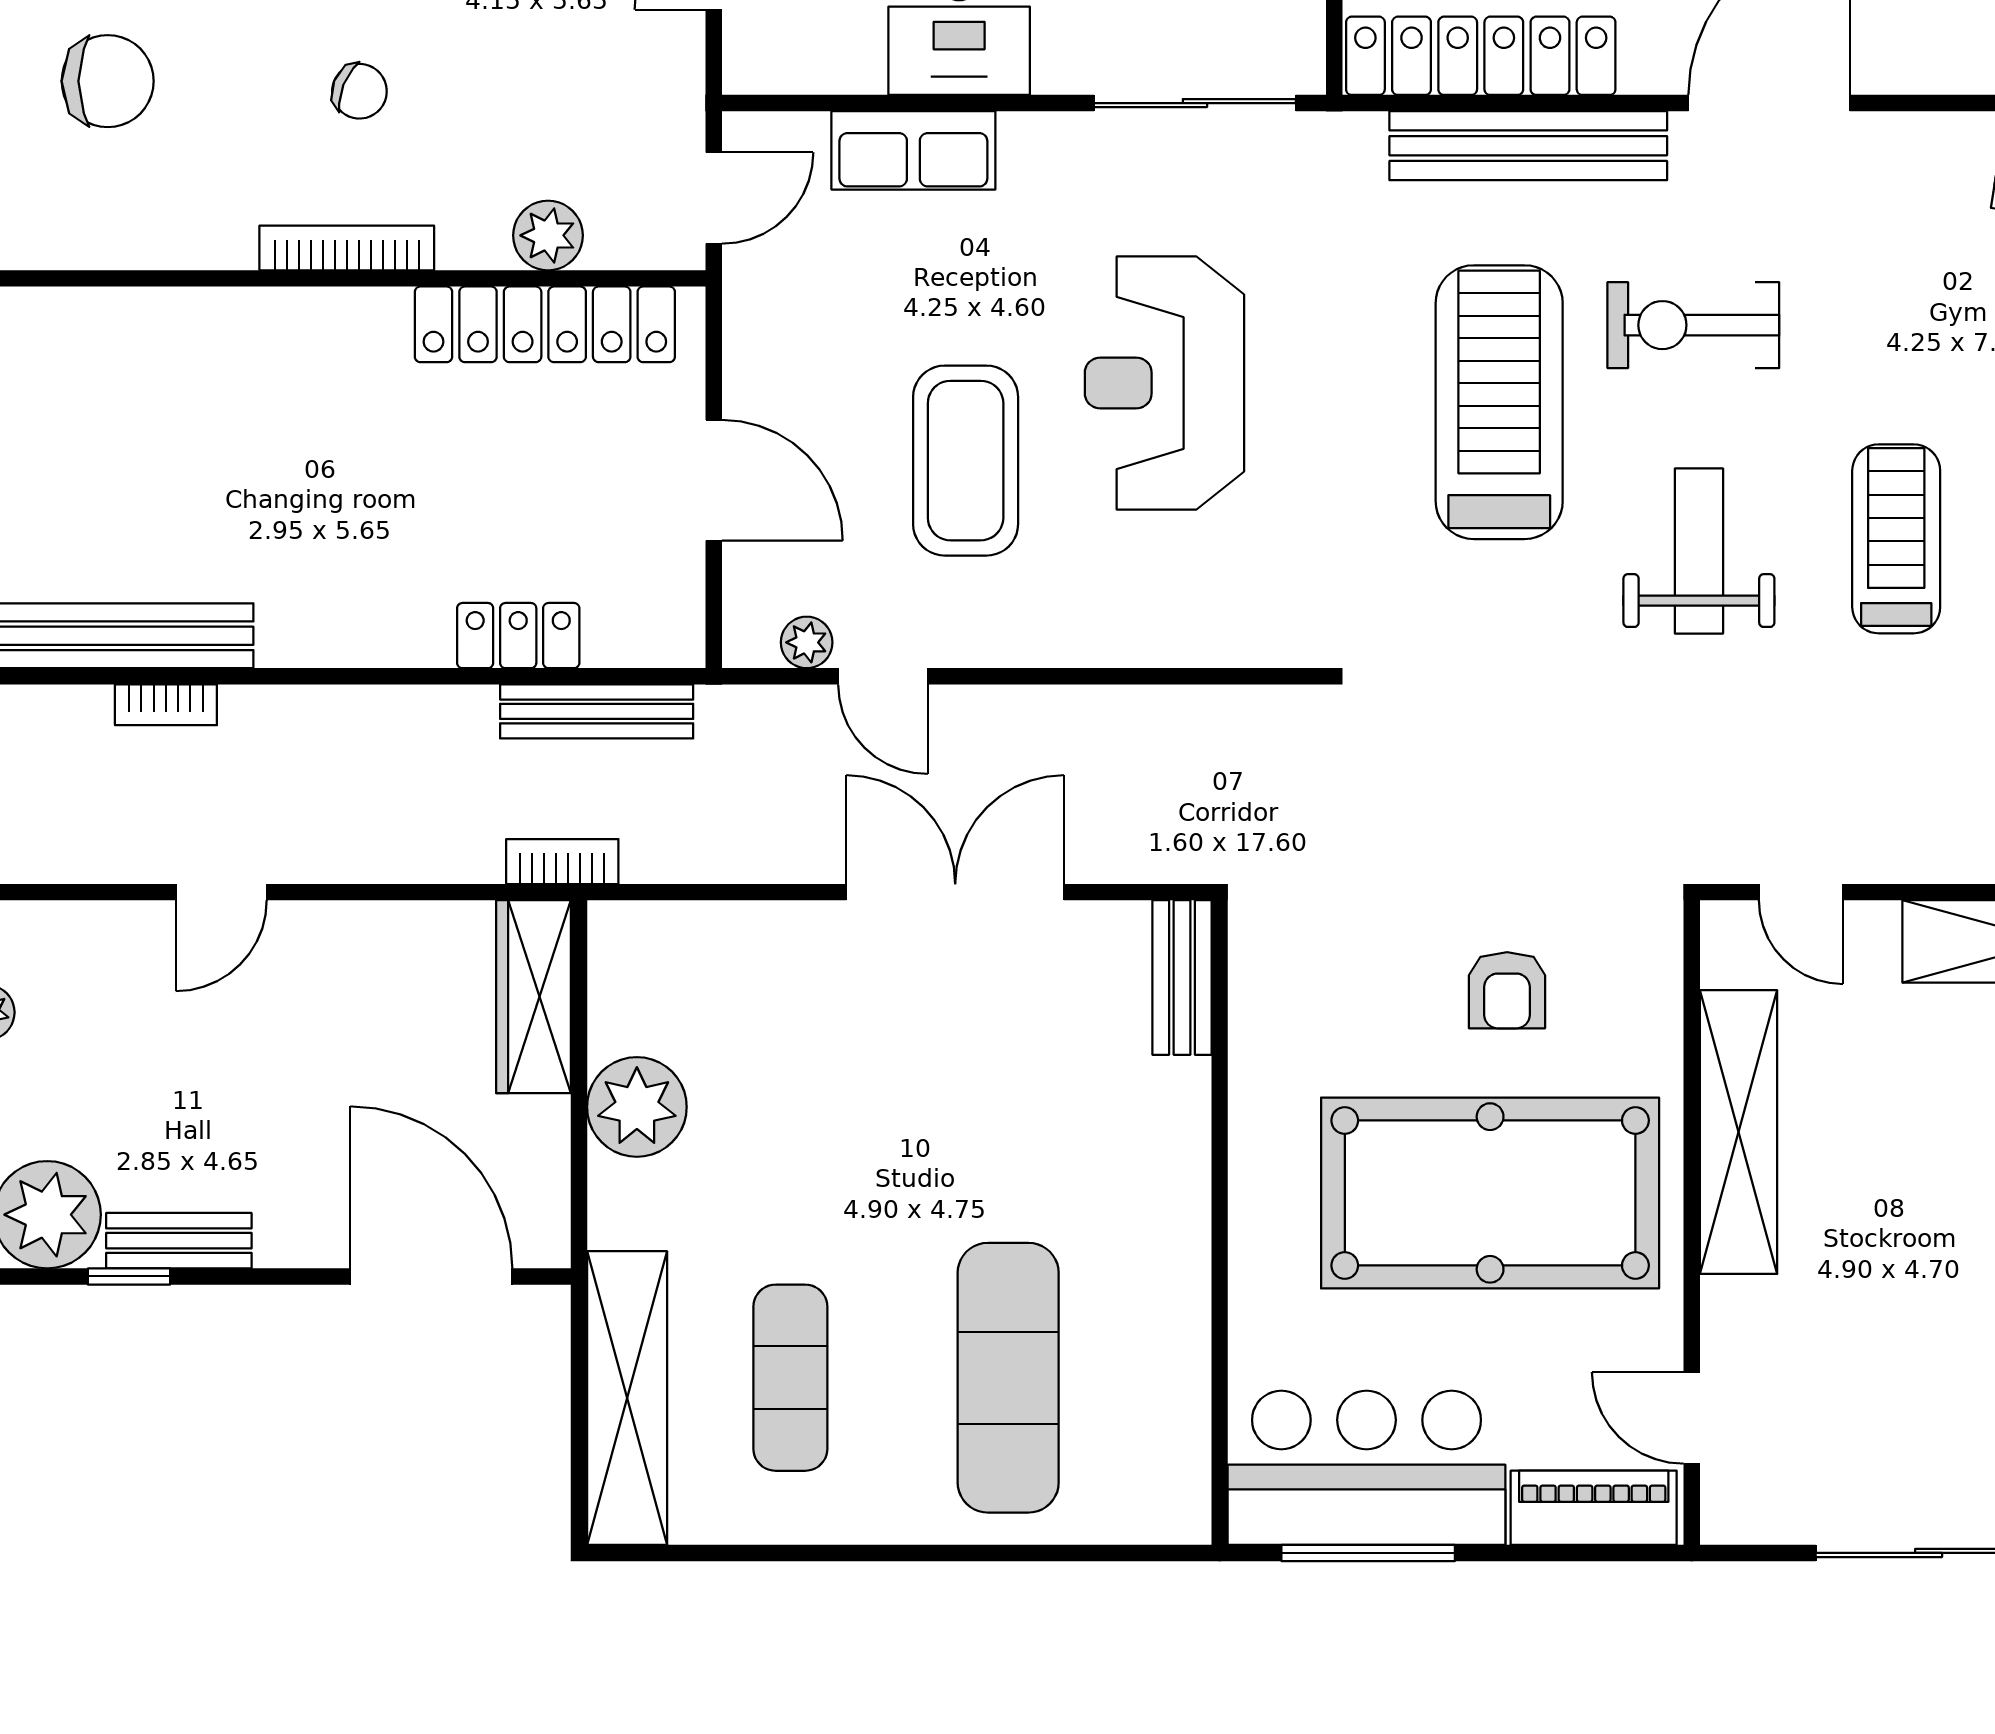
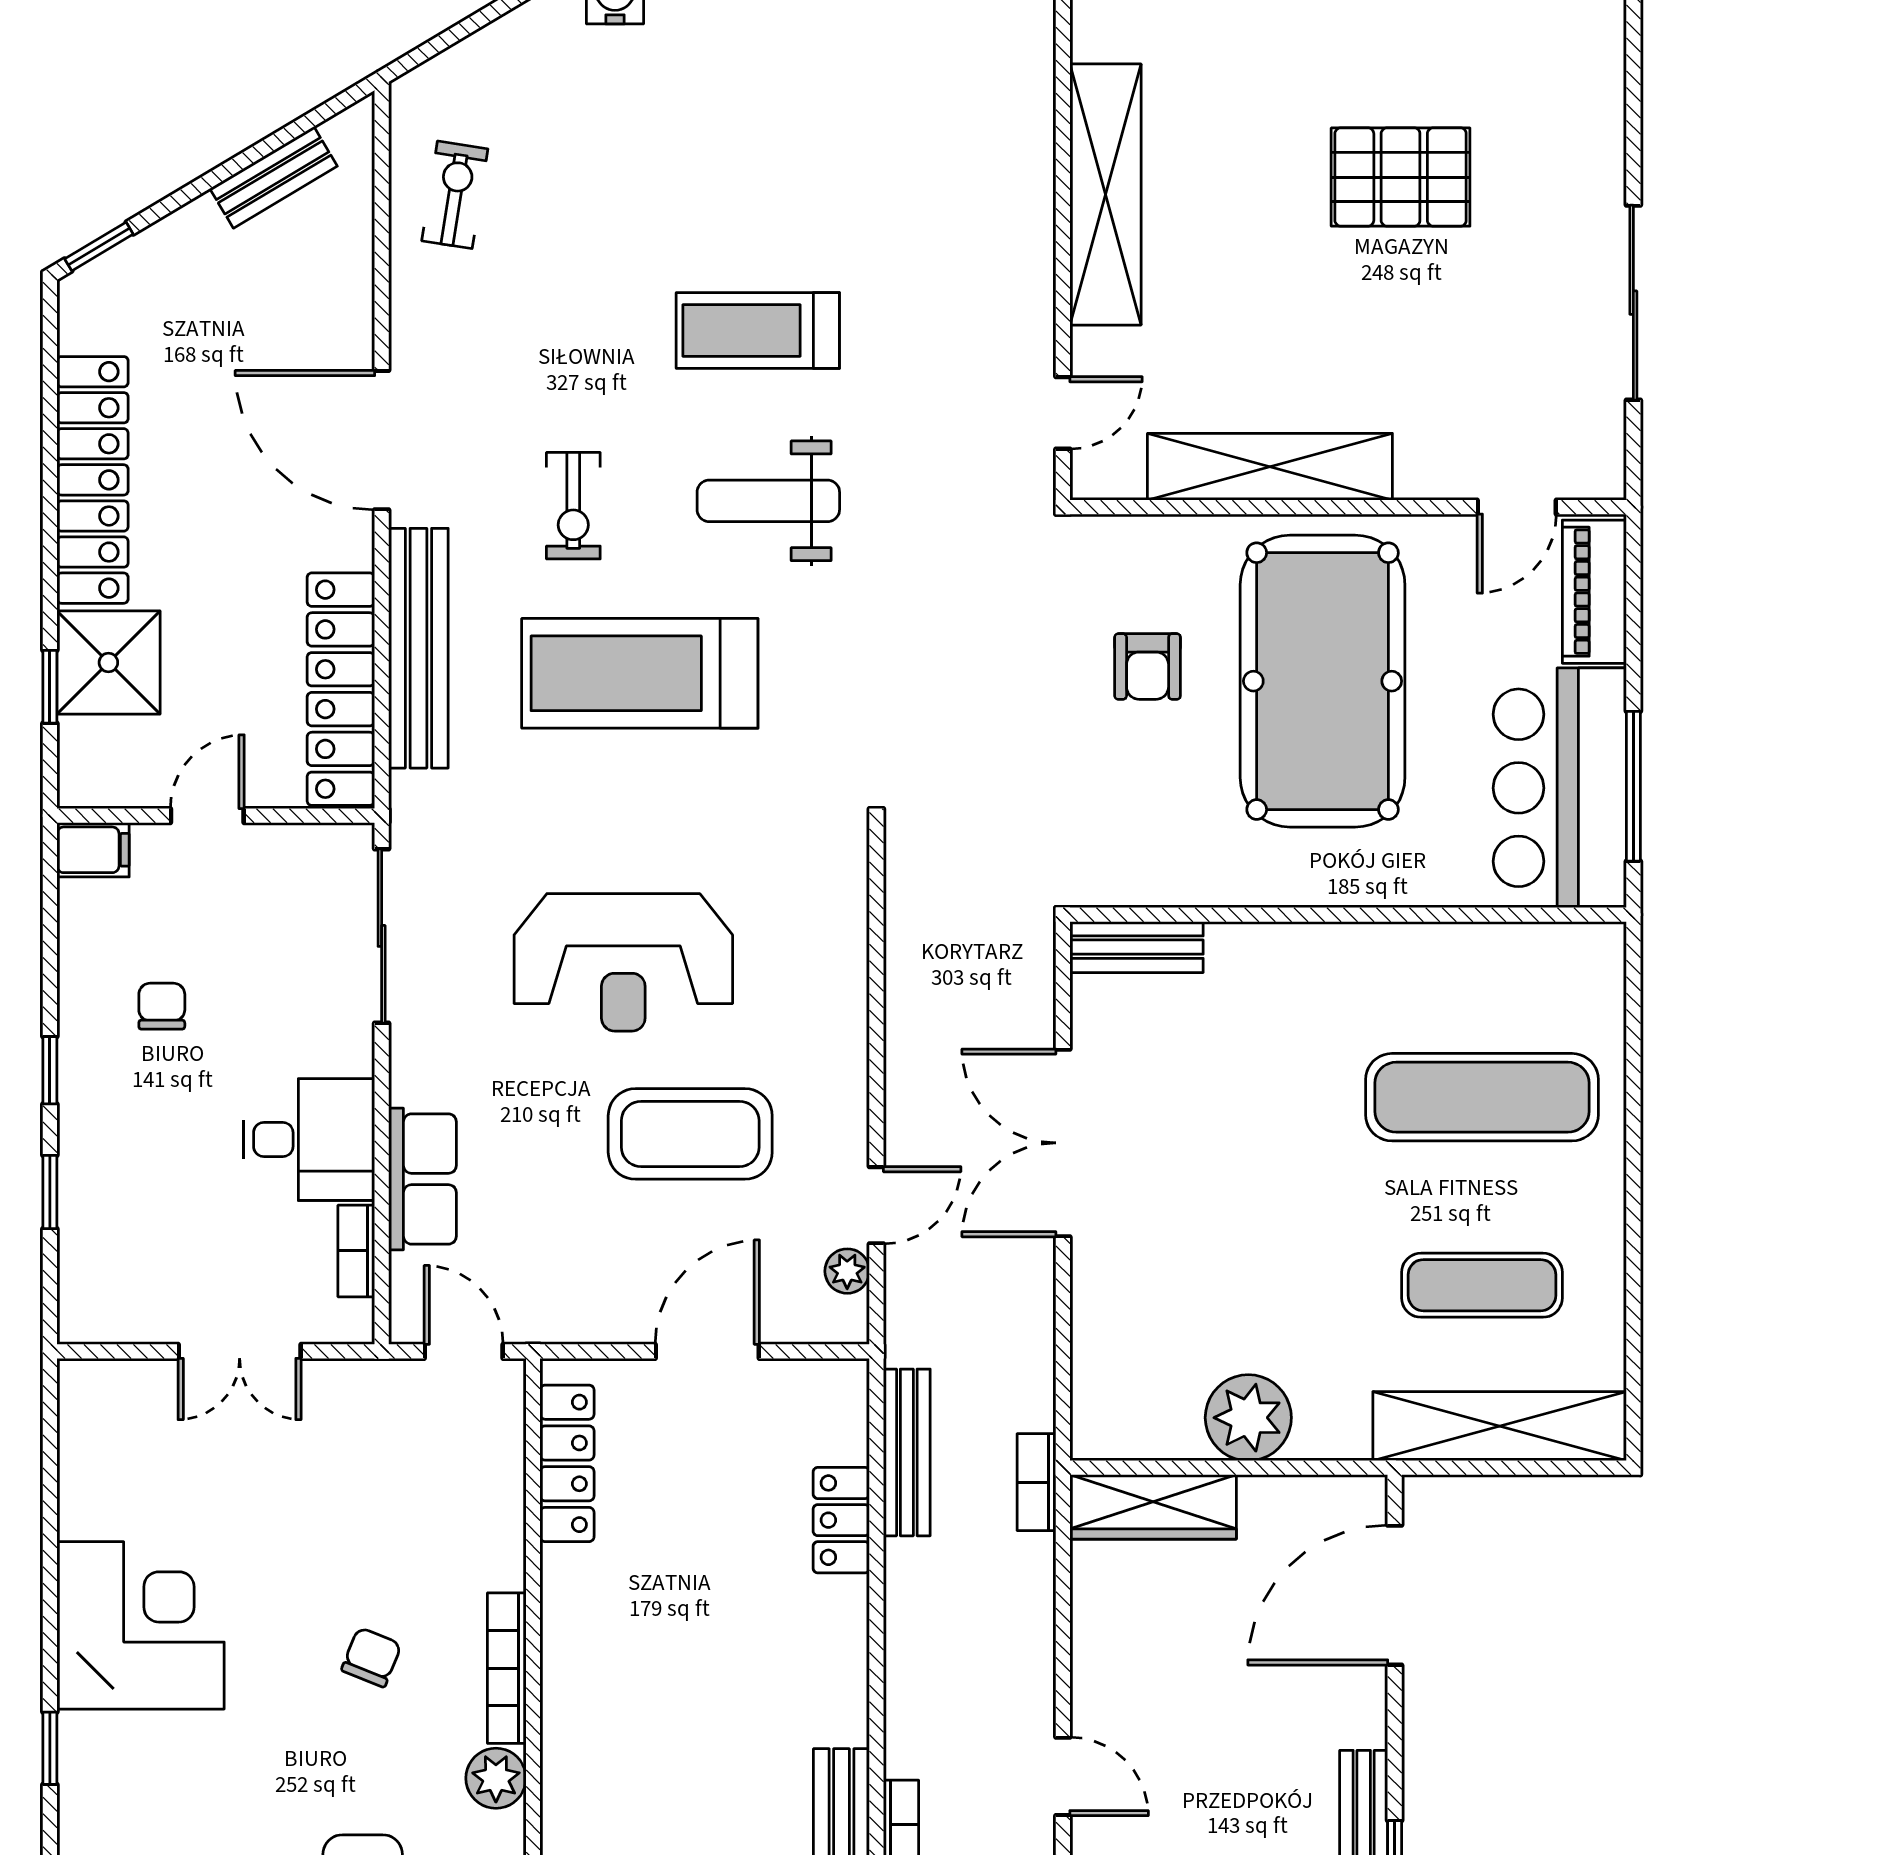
bookcase: (830, 74) -> (356, 1251), added
plant: (548, 235) -> (496, 1778), moved
locker: (545, 324) -> (567, 1463), width x0.71, depth x0.83
exercise bike: (1693, 325) -> (573, 506), width x0.73, depth x0.72
armchair: (1507, 990) -> (1148, 666), turned 90

